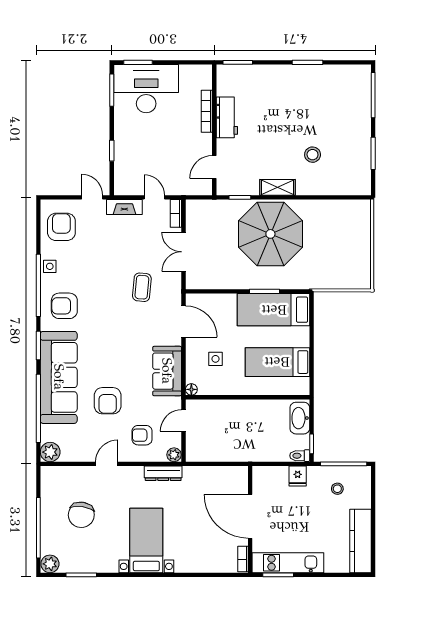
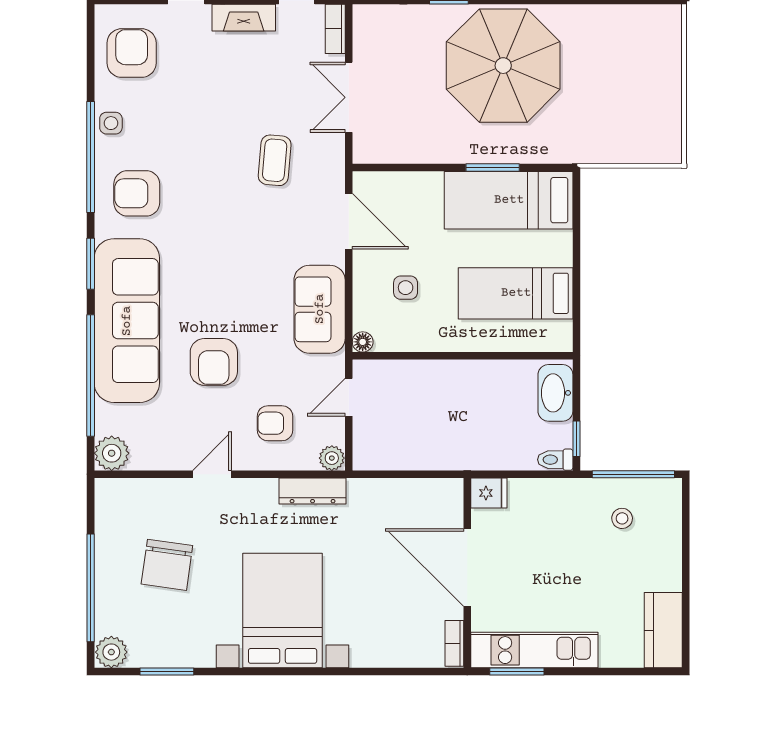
fridge: (298, 476) -> (489, 493), moved, turned -90
bed with nightstands: (146, 541) -> (283, 611), width x1.36
kitchen counter: (360, 541) -> (663, 630), width x0.67

